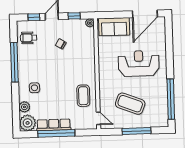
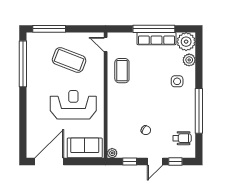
reception desk: (139, 63) -> (73, 105), moved, turned 180
window: (136, 131) -> (49, 29), moved

